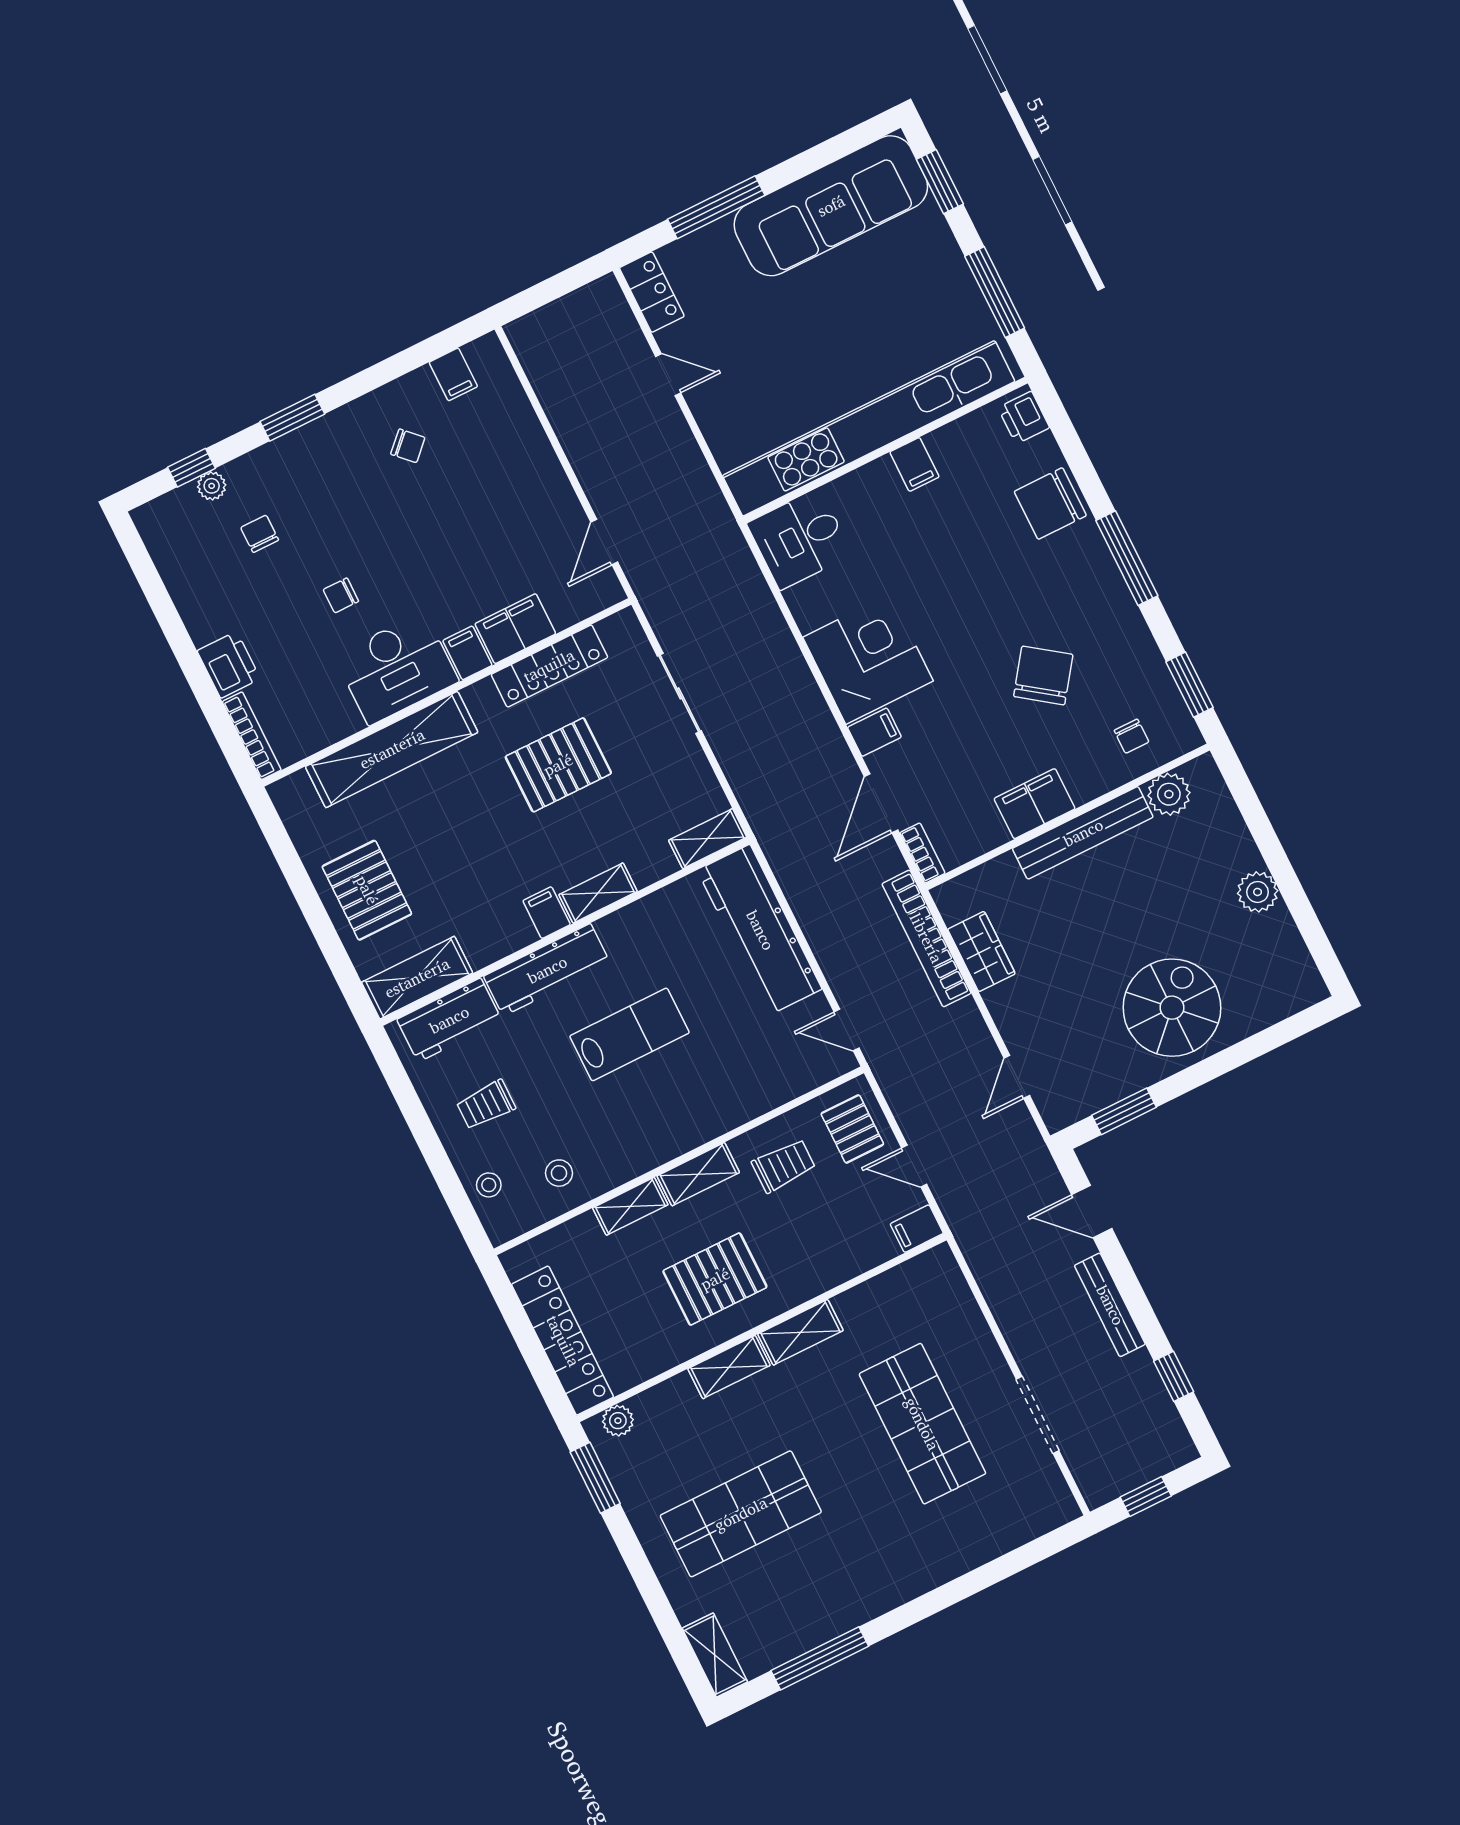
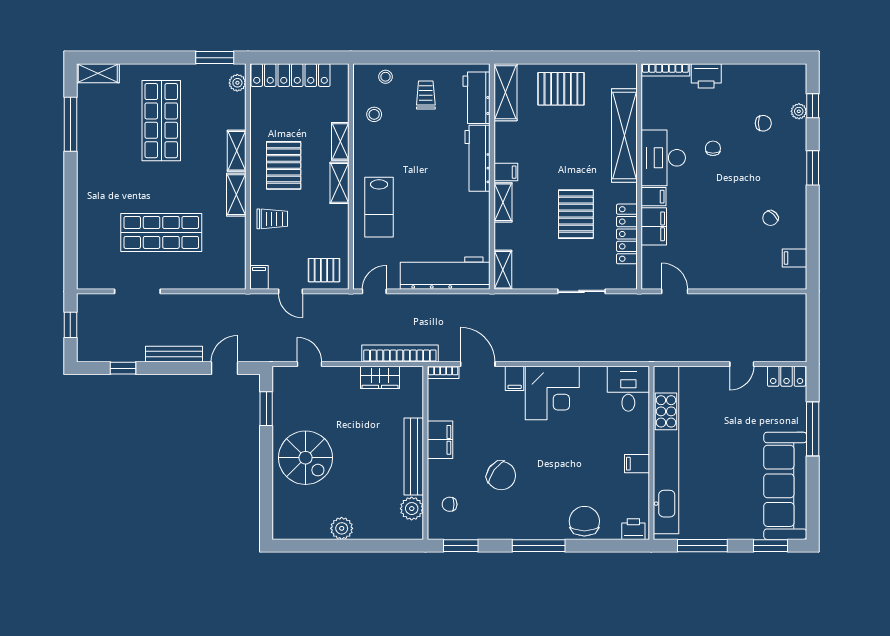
lab bench: (629, 1034) -> (379, 207), moved
trolley: (784, 1166) -> (272, 219), moved, turned -90
door: (914, 1166) -> (290, 291), swing flipped

